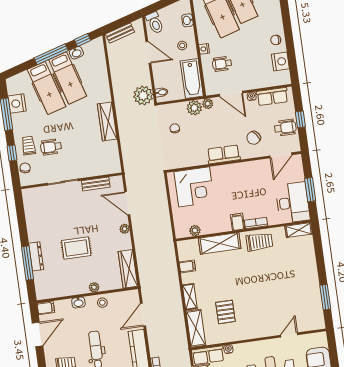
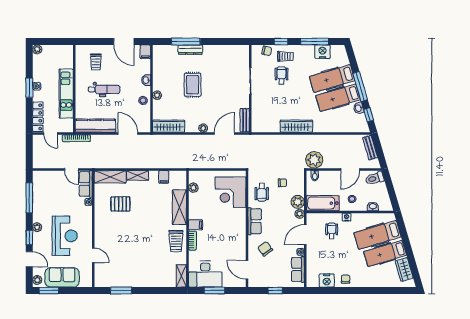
wheelchair: (285, 128) -> (262, 192), moved
bench: (96, 184) -> (245, 120), moved

